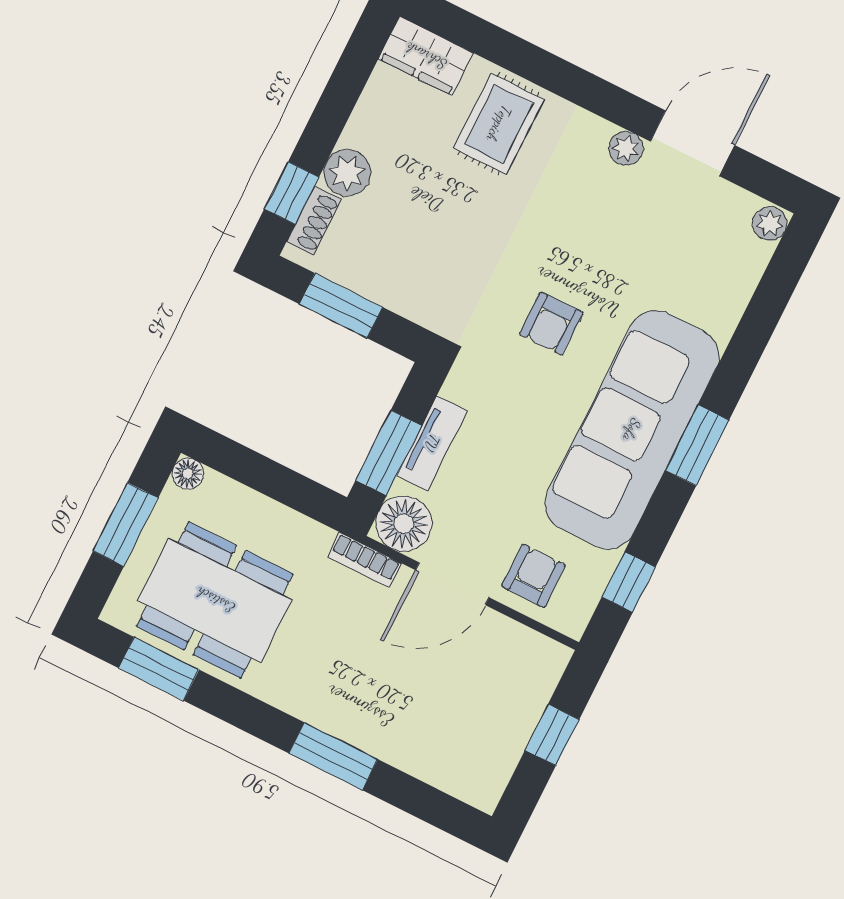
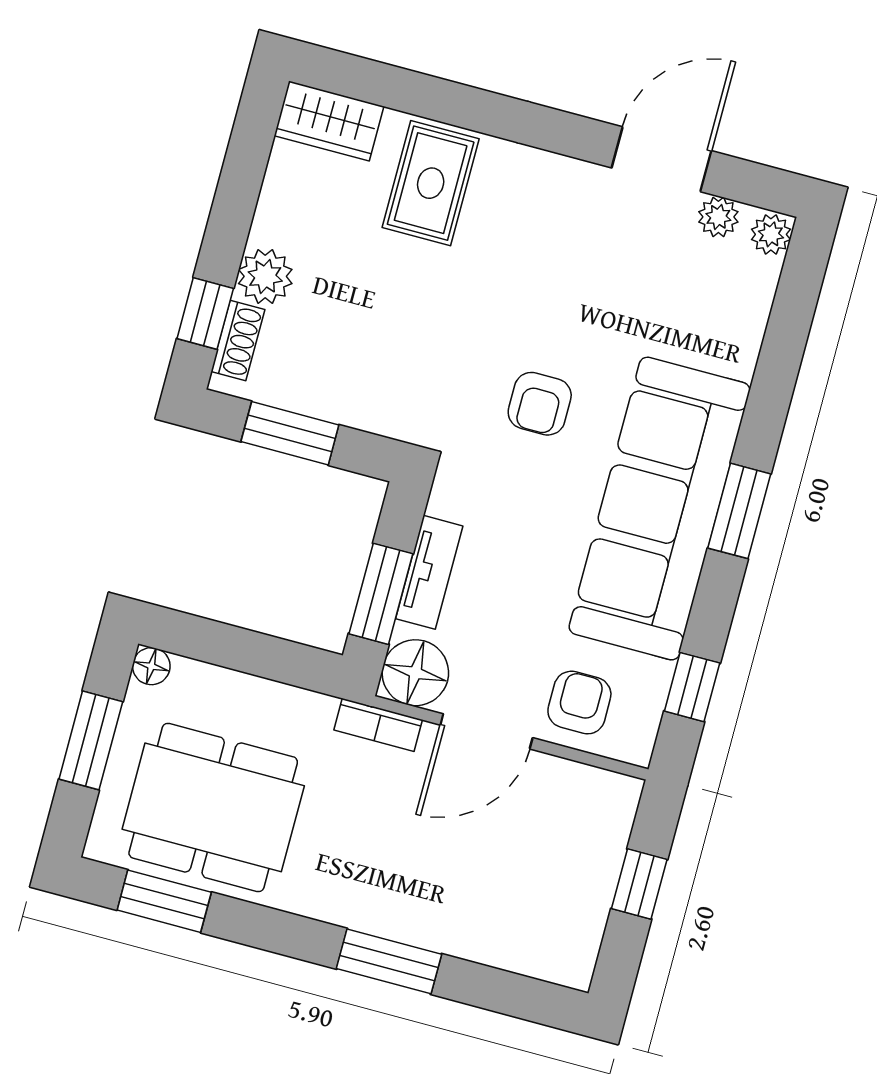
plant: (626, 148) -> (718, 217), moved

